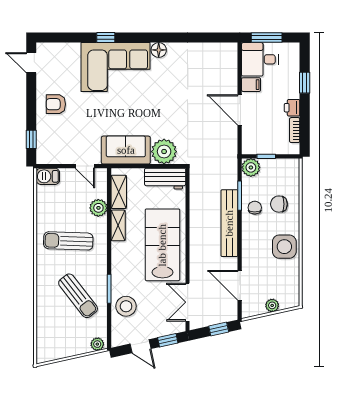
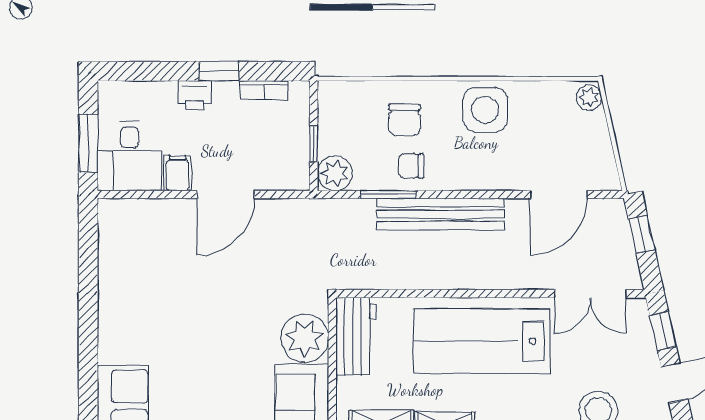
floor lamp: (159, 50) -> (112, 348), removed
window: (305, 83) -> (219, 71), moved
printer: (292, 108) -> (195, 95), moved
plant: (272, 305) -> (589, 98), moved

